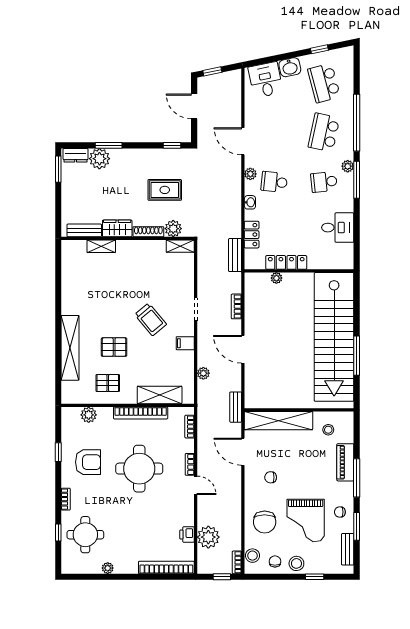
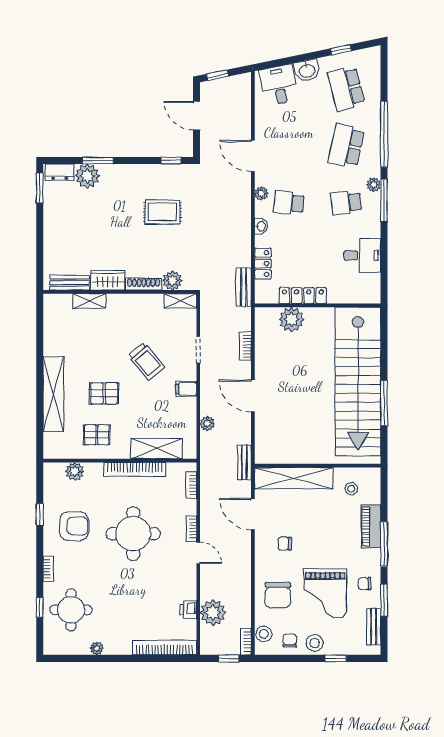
wardrobe: (117, 228) -> (108, 280), moved
plant: (173, 229) -> (172, 280), moved
bench: (84, 230) -> (70, 283), moved
shoe rack: (148, 232) -> (144, 284), moved
wall: (128, 238) -> (120, 292), moved
shelving: (101, 246) -> (89, 301), moved
shelving: (180, 246) -> (180, 301), moved
plant: (276, 278) -> (291, 319), width x1.88, depth x1.88

